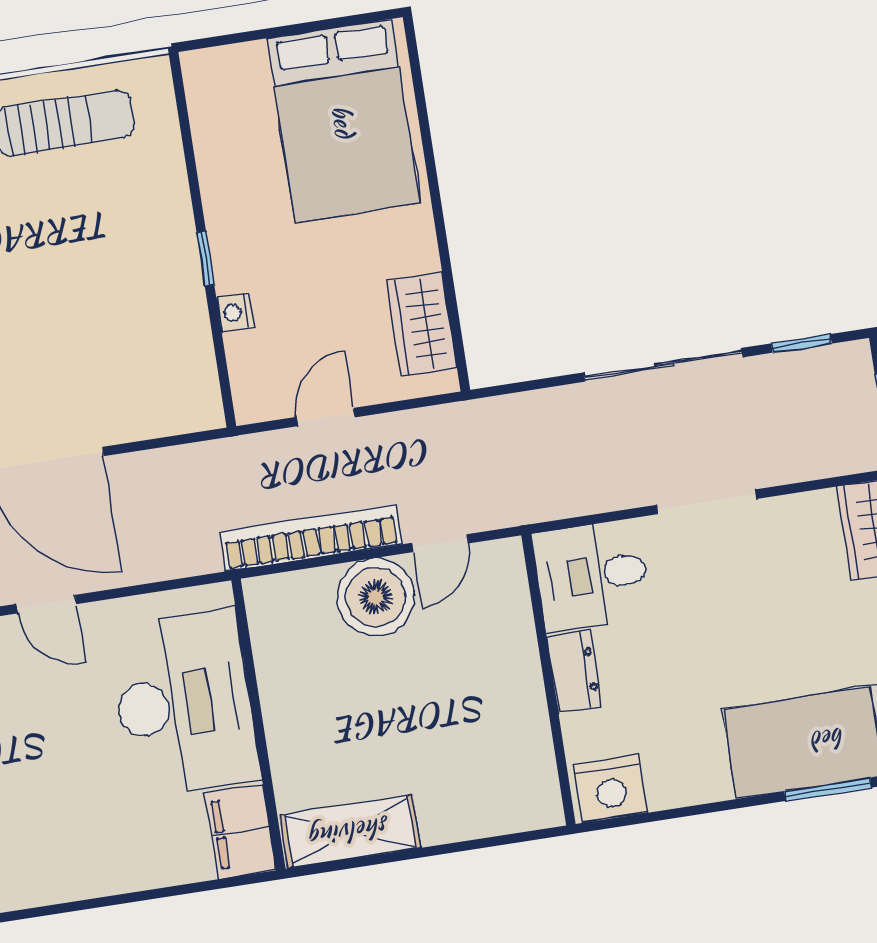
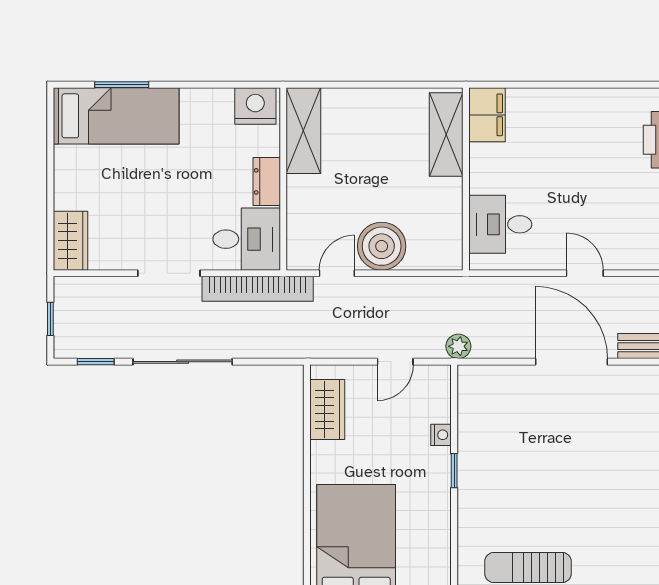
plant: (229, 457) -> (458, 346), added
bookcase: (311, 538) -> (258, 289), moved
desk: (184, 704) -> (500, 224), width x0.53, depth x0.77
shelving: (528, 761) -> (303, 131), added
shelving: (350, 832) -> (446, 135), moved, turned 90

